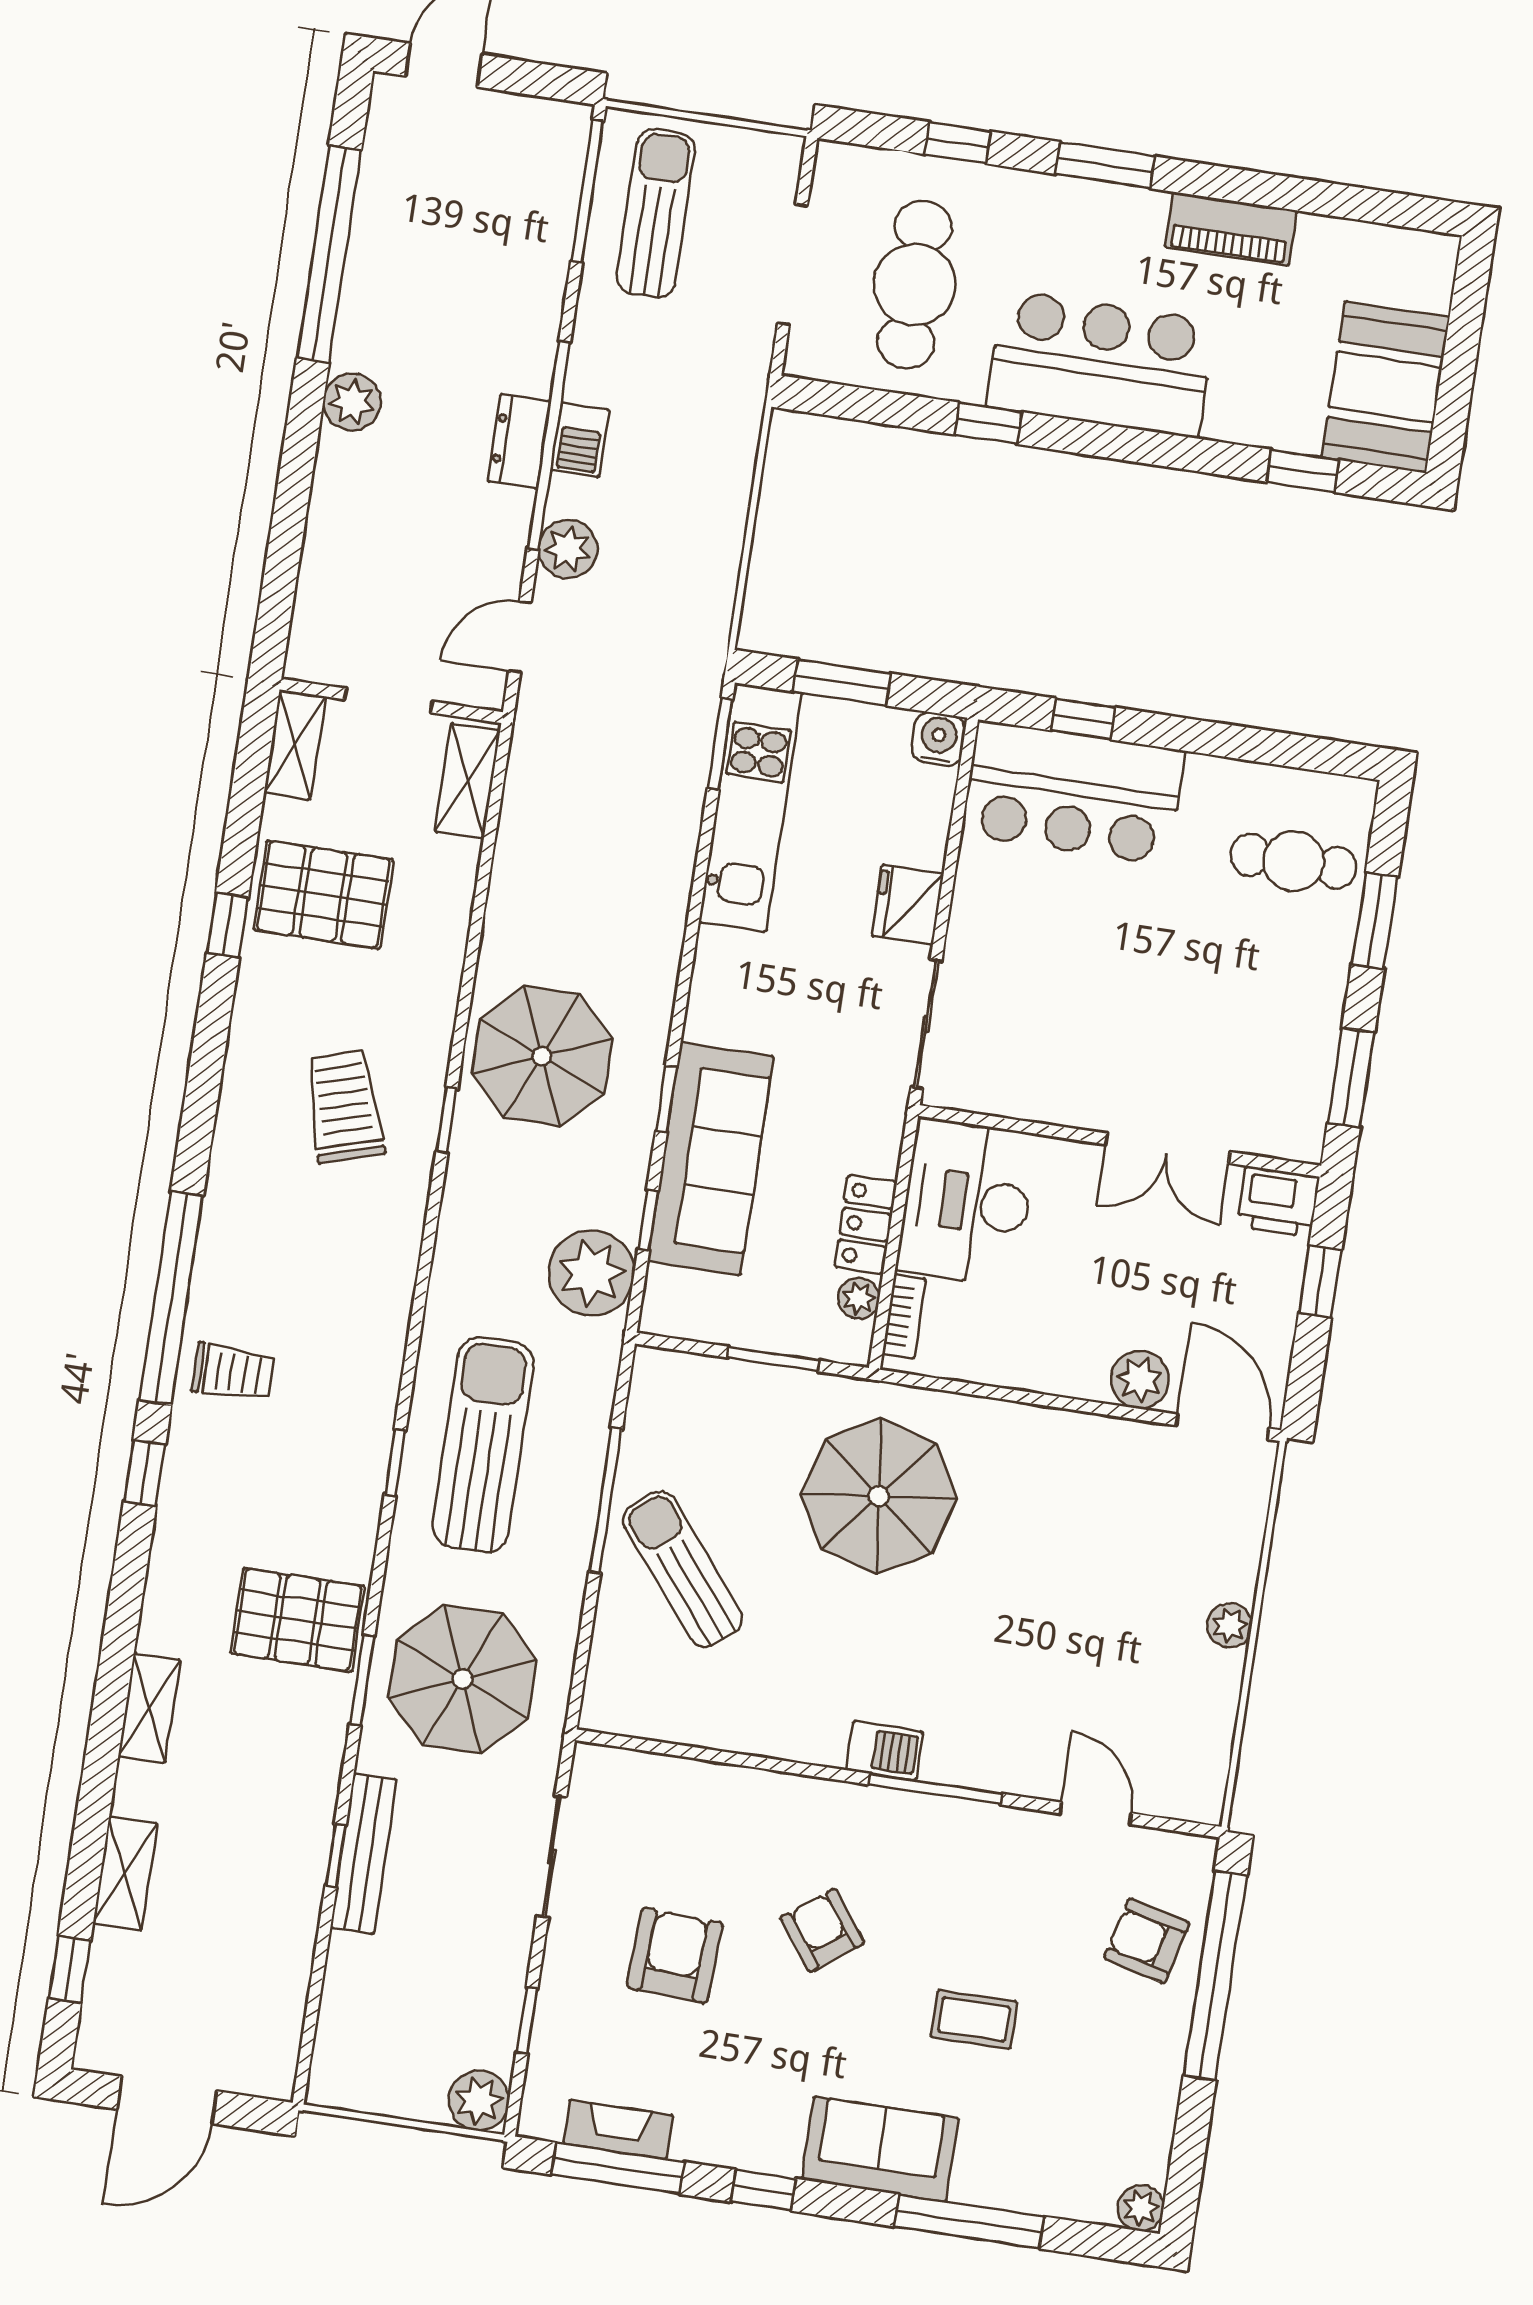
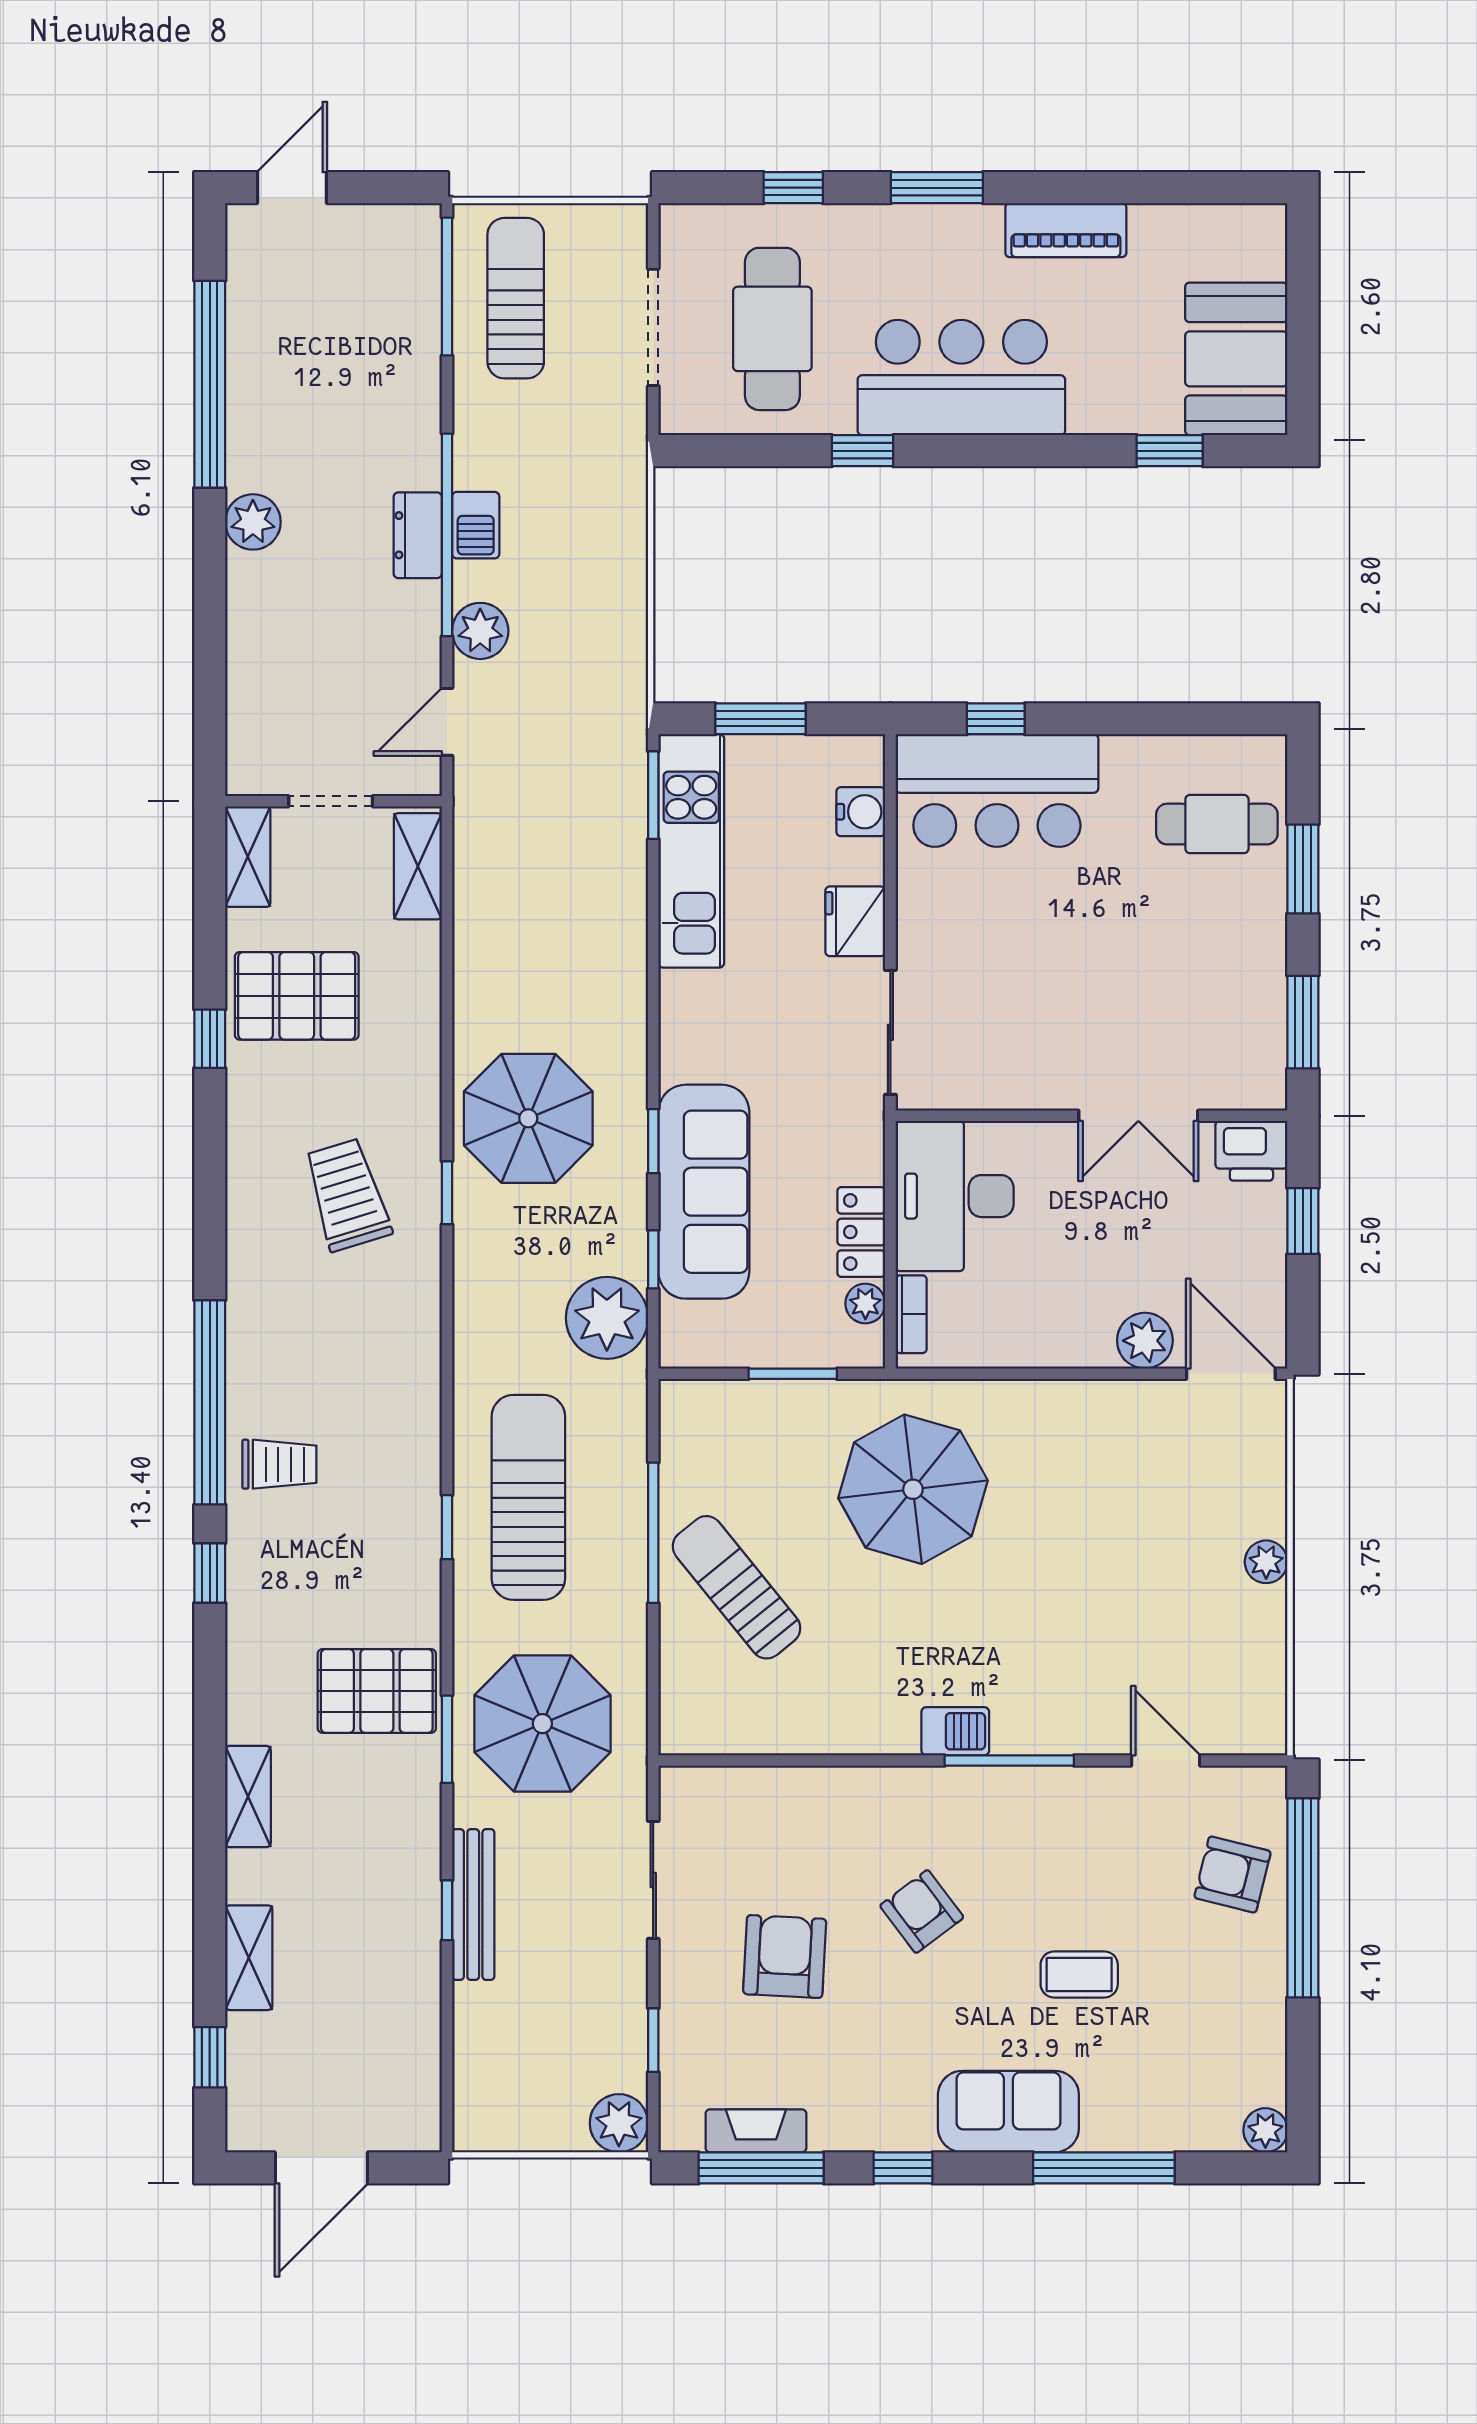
water cooler: (939, 739) -> (861, 812), moved, turned 90

